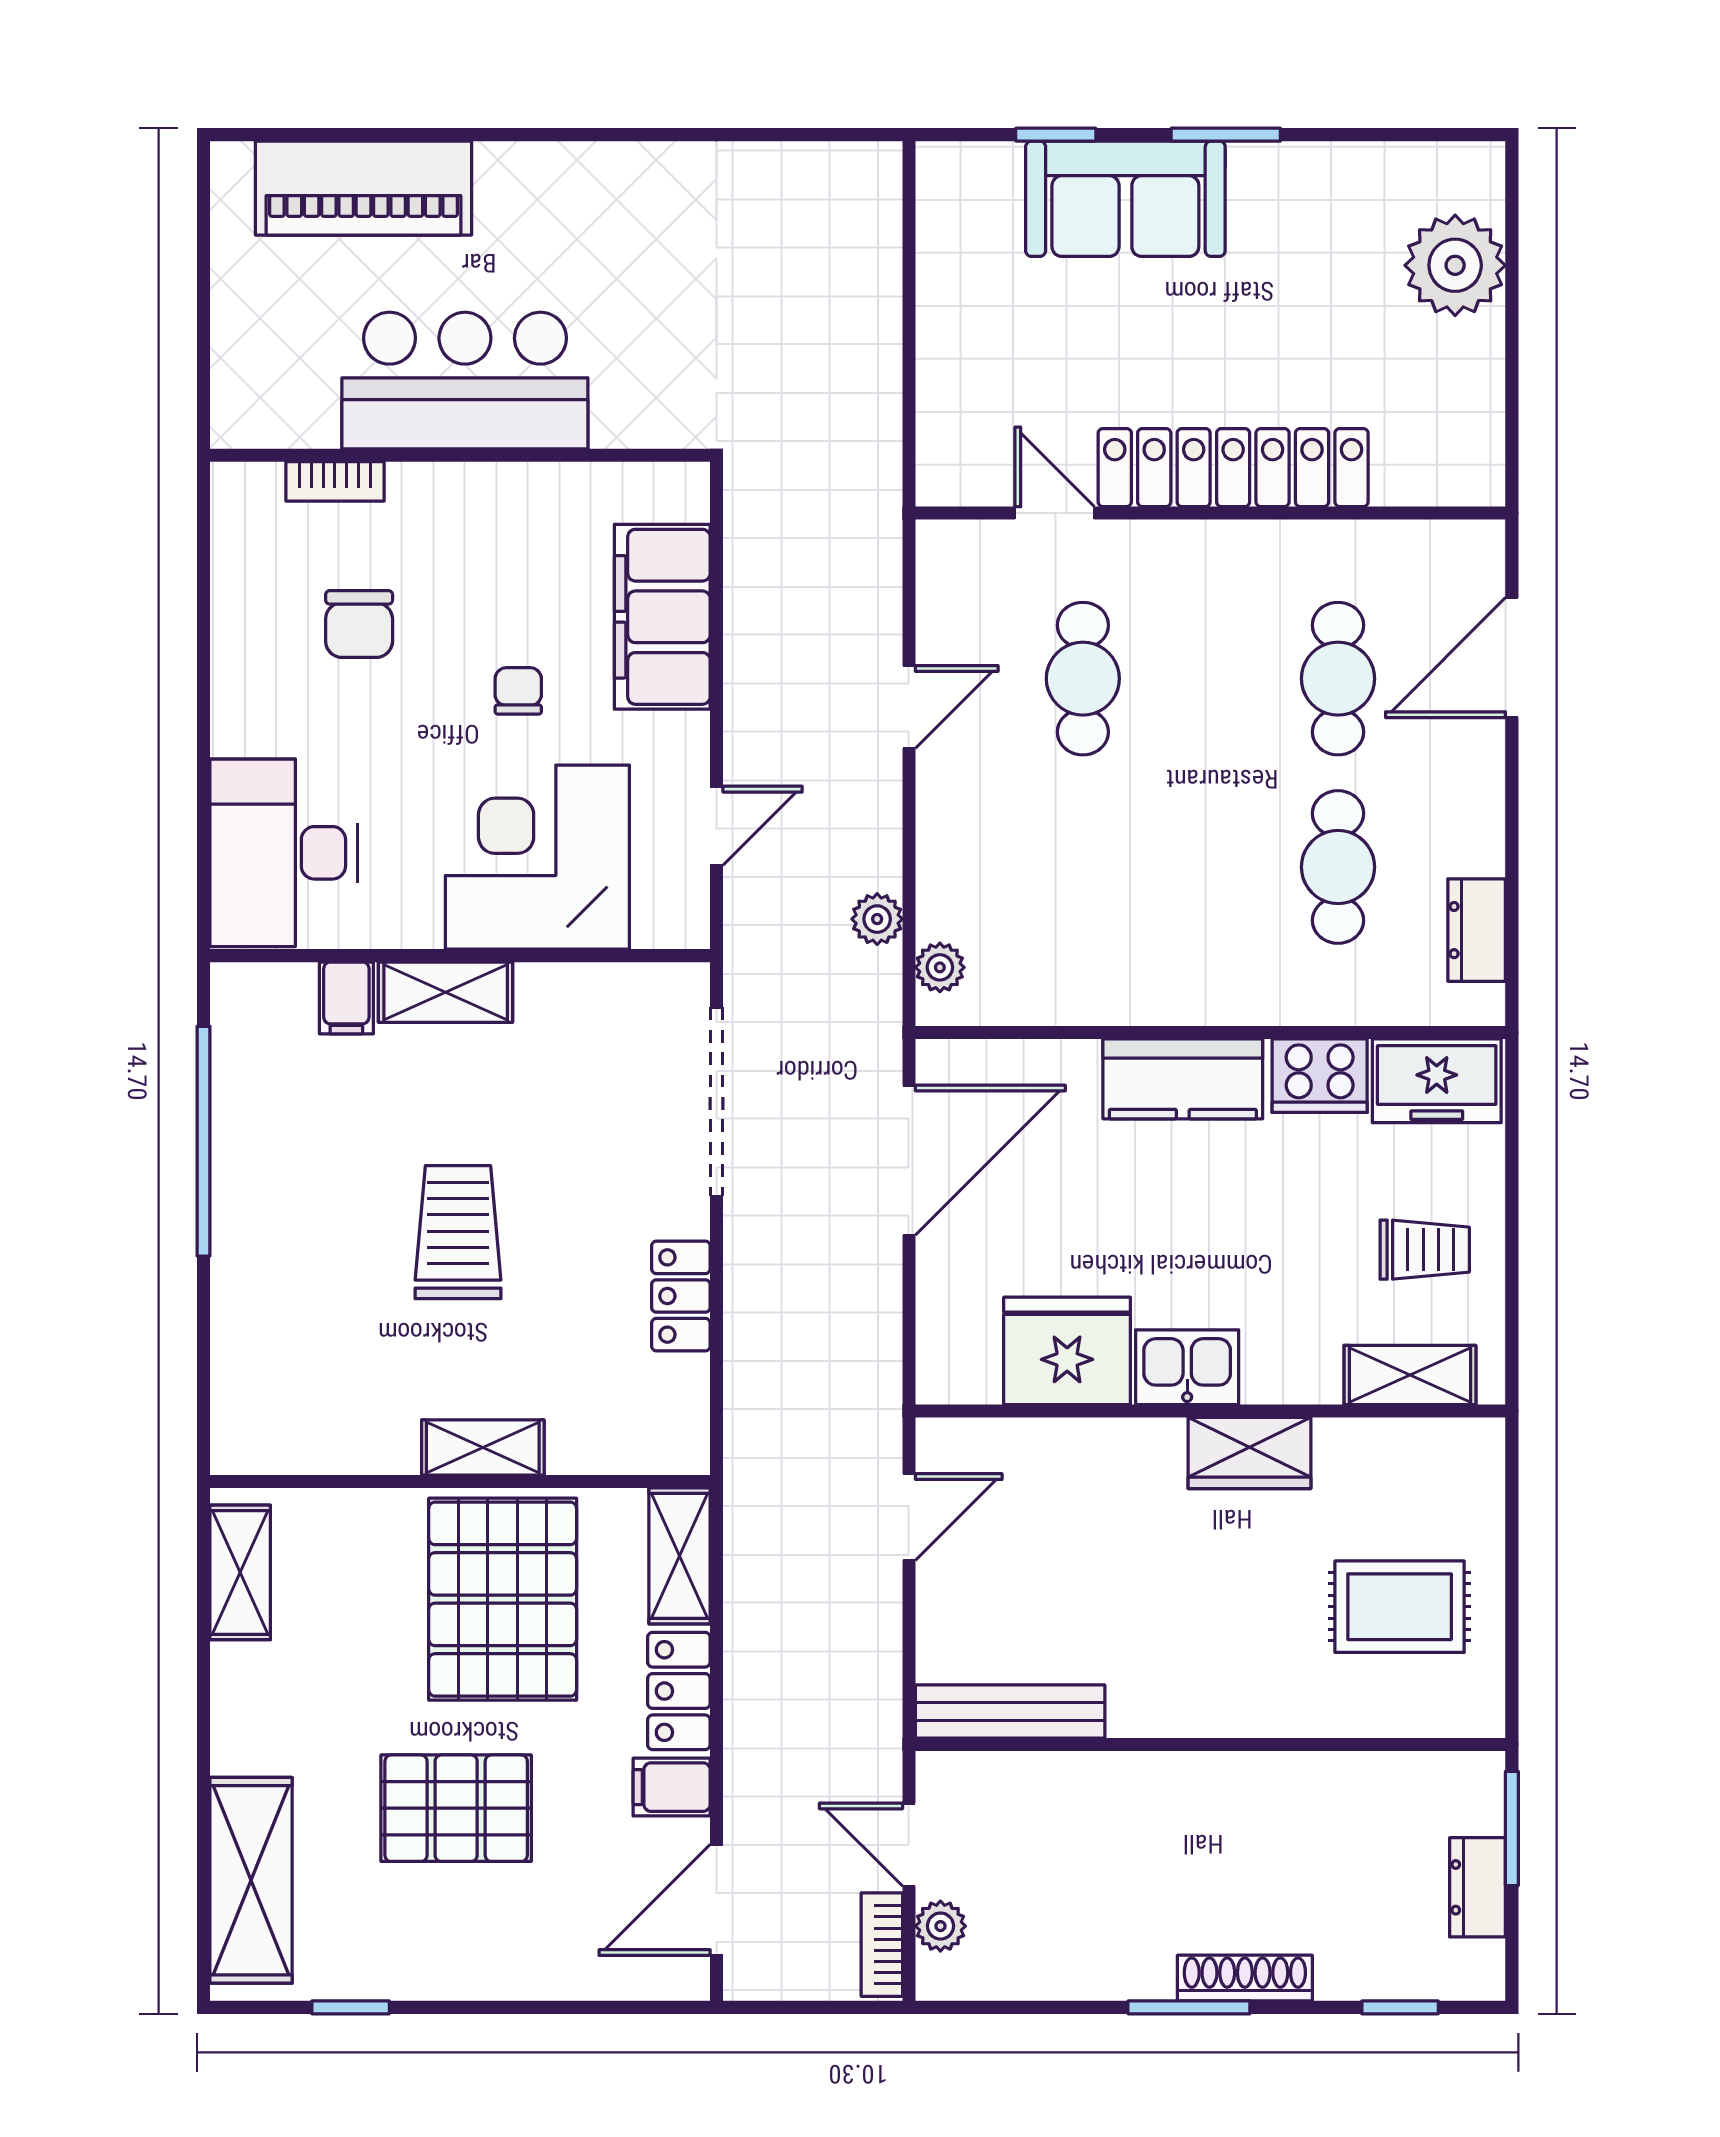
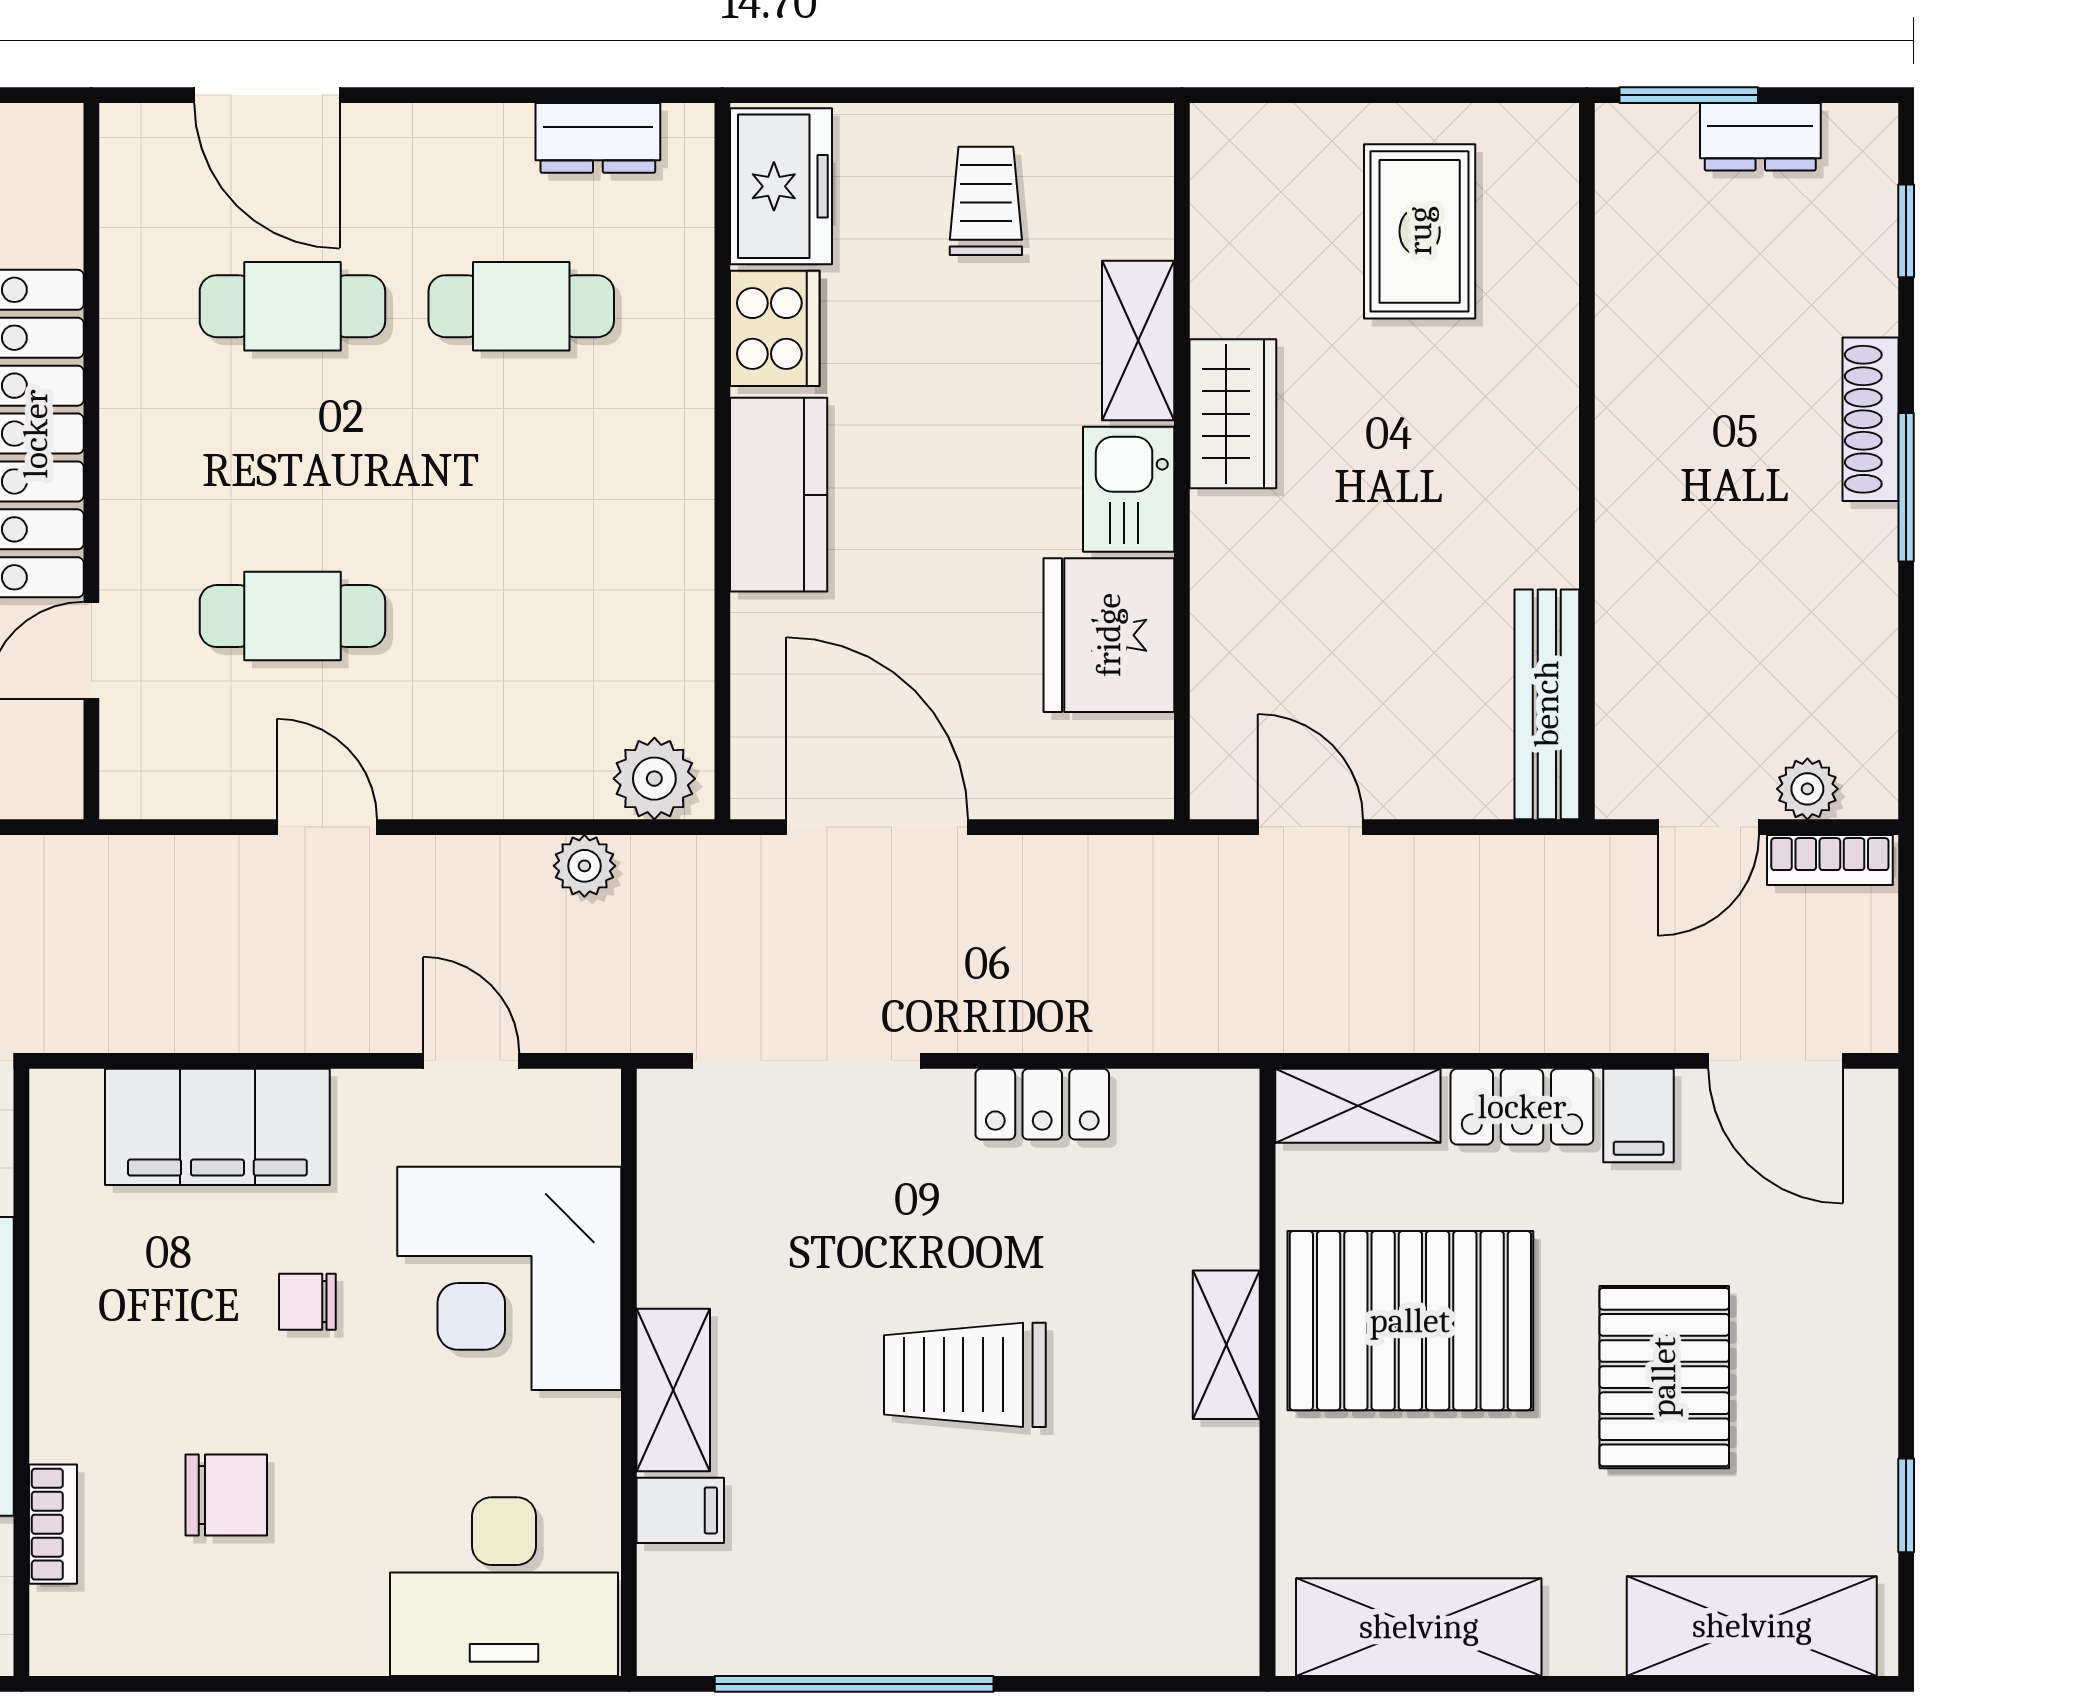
plant: (940, 967) -> (654, 779), width x1.38, depth x1.38
shelving: (1410, 1375) -> (1138, 341), moved
shelving: (240, 1572) -> (1419, 1627), width x1.50, depth x1.33

